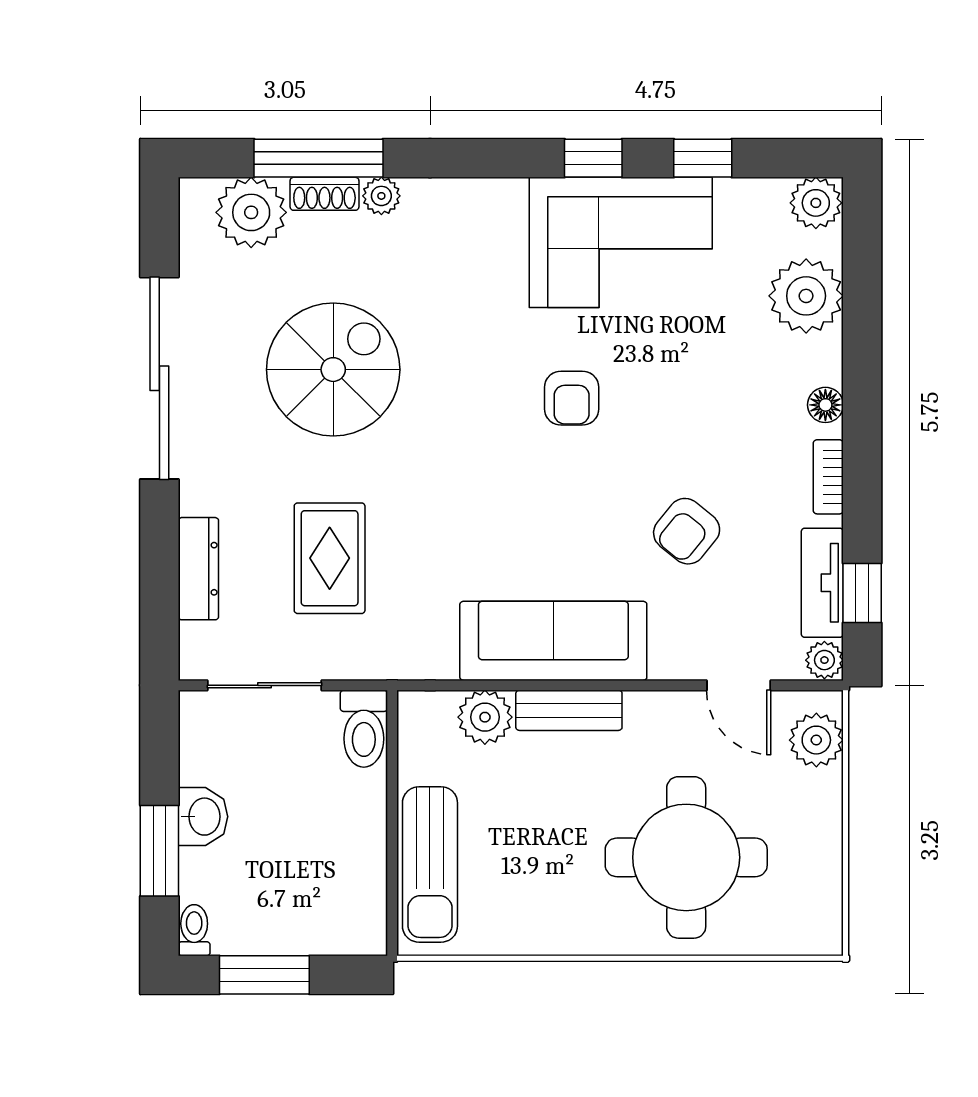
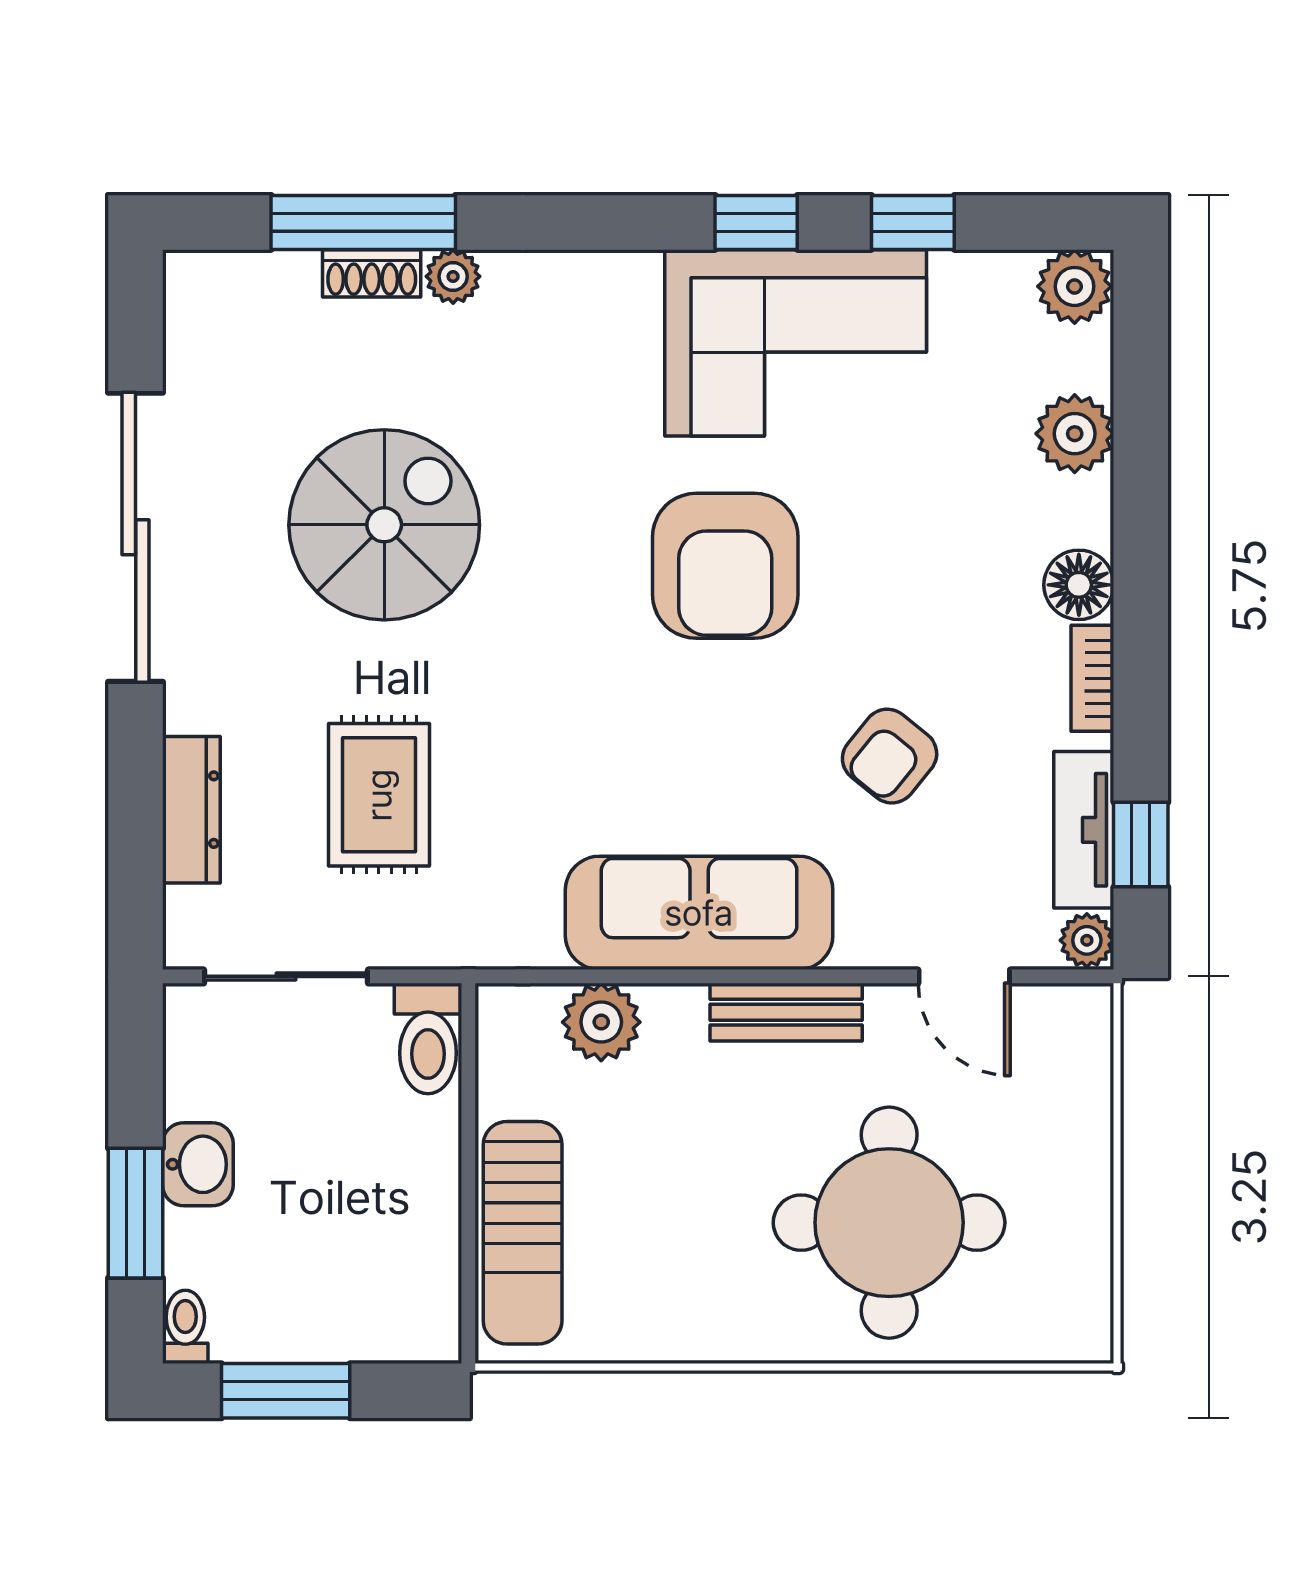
plant: (251, 212) -> (267, 300), removed
plant: (806, 296) -> (1075, 434), width x0.73, depth x0.73
armchair: (572, 398) -> (725, 566), width x1.88, depth x1.88
floor lamp: (825, 405) -> (1079, 585), width x1.37, depth x1.37
bench: (569, 710) -> (786, 1012), moved
plant: (816, 740) -> (1075, 1055), removed

